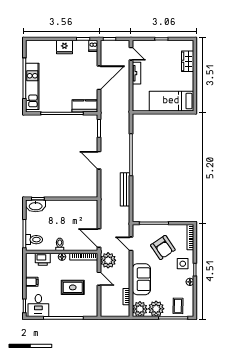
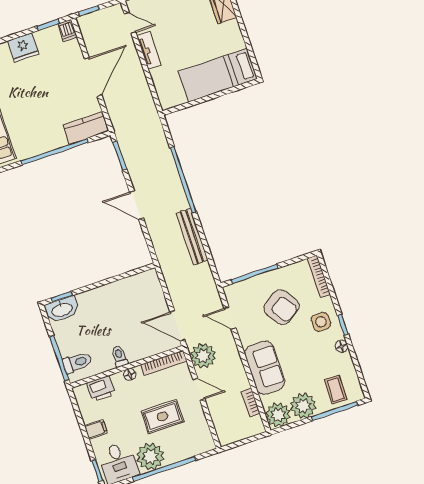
plant: (58, 308) -> (150, 456), added

